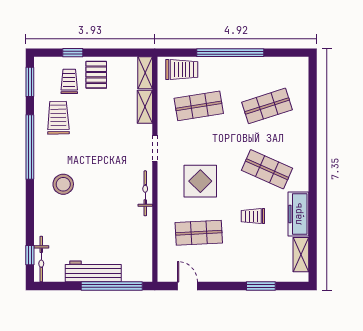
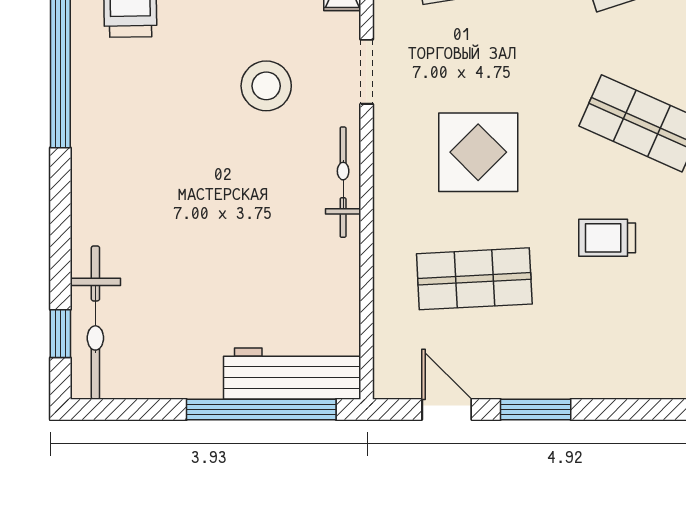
stool: (63, 184) -> (266, 86), moved
bicycle: (41, 259) -> (95, 323), width x1.37, depth x1.40
workbench: (93, 271) -> (292, 374), moved
window: (261, 286) -> (536, 409), moved

